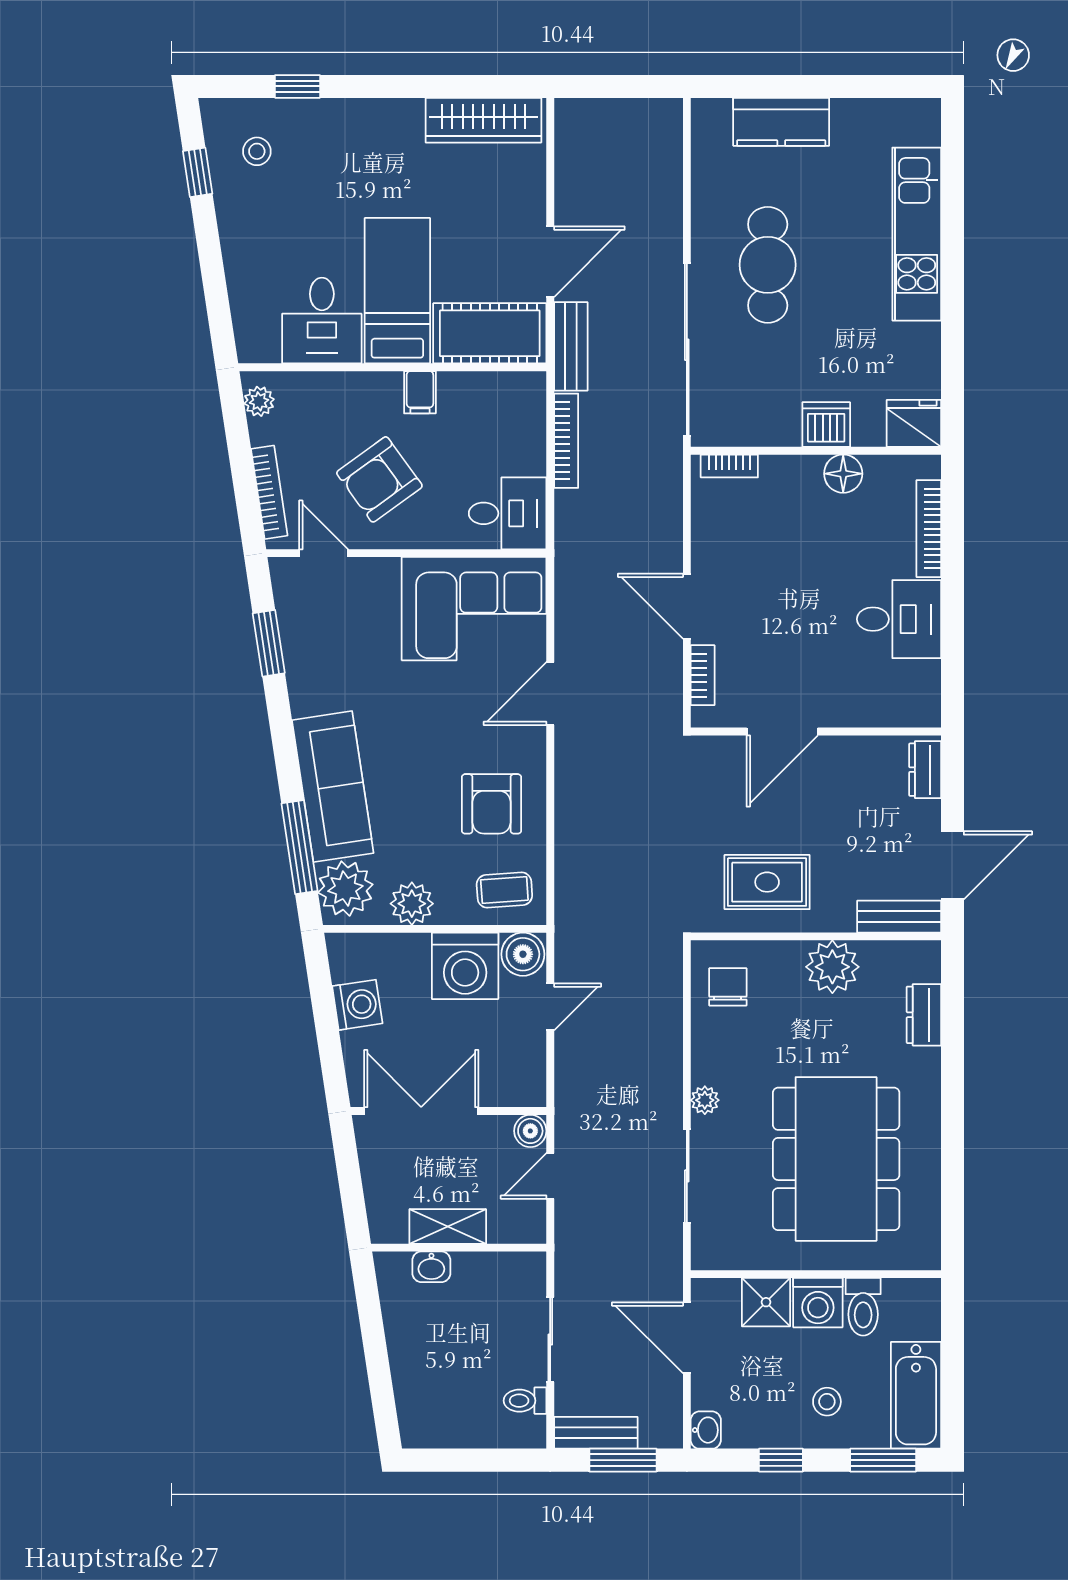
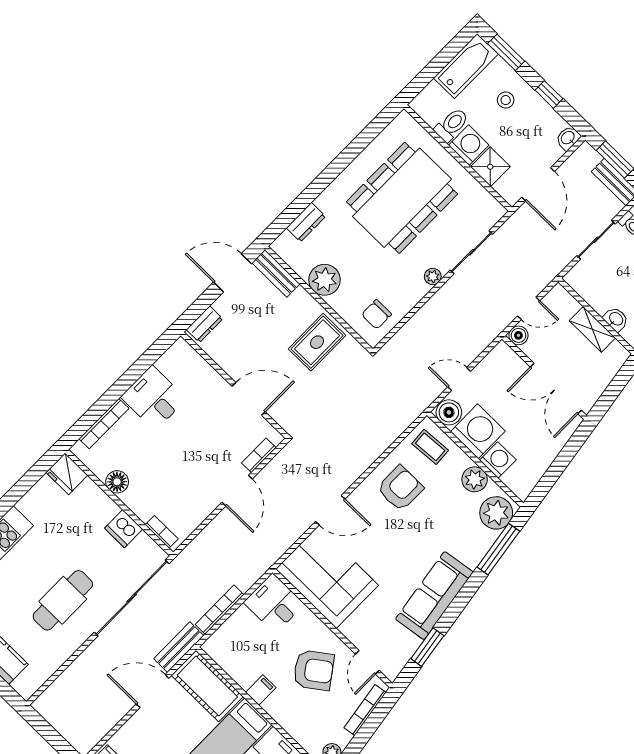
dishwasher: (826, 425) -> (124, 529), moved
sofa: (333, 787) -> (434, 596), moved
rug: (767, 882) -> (317, 342), turned 90
washing machine: (357, 1005) -> (498, 460), moved, turned 99

